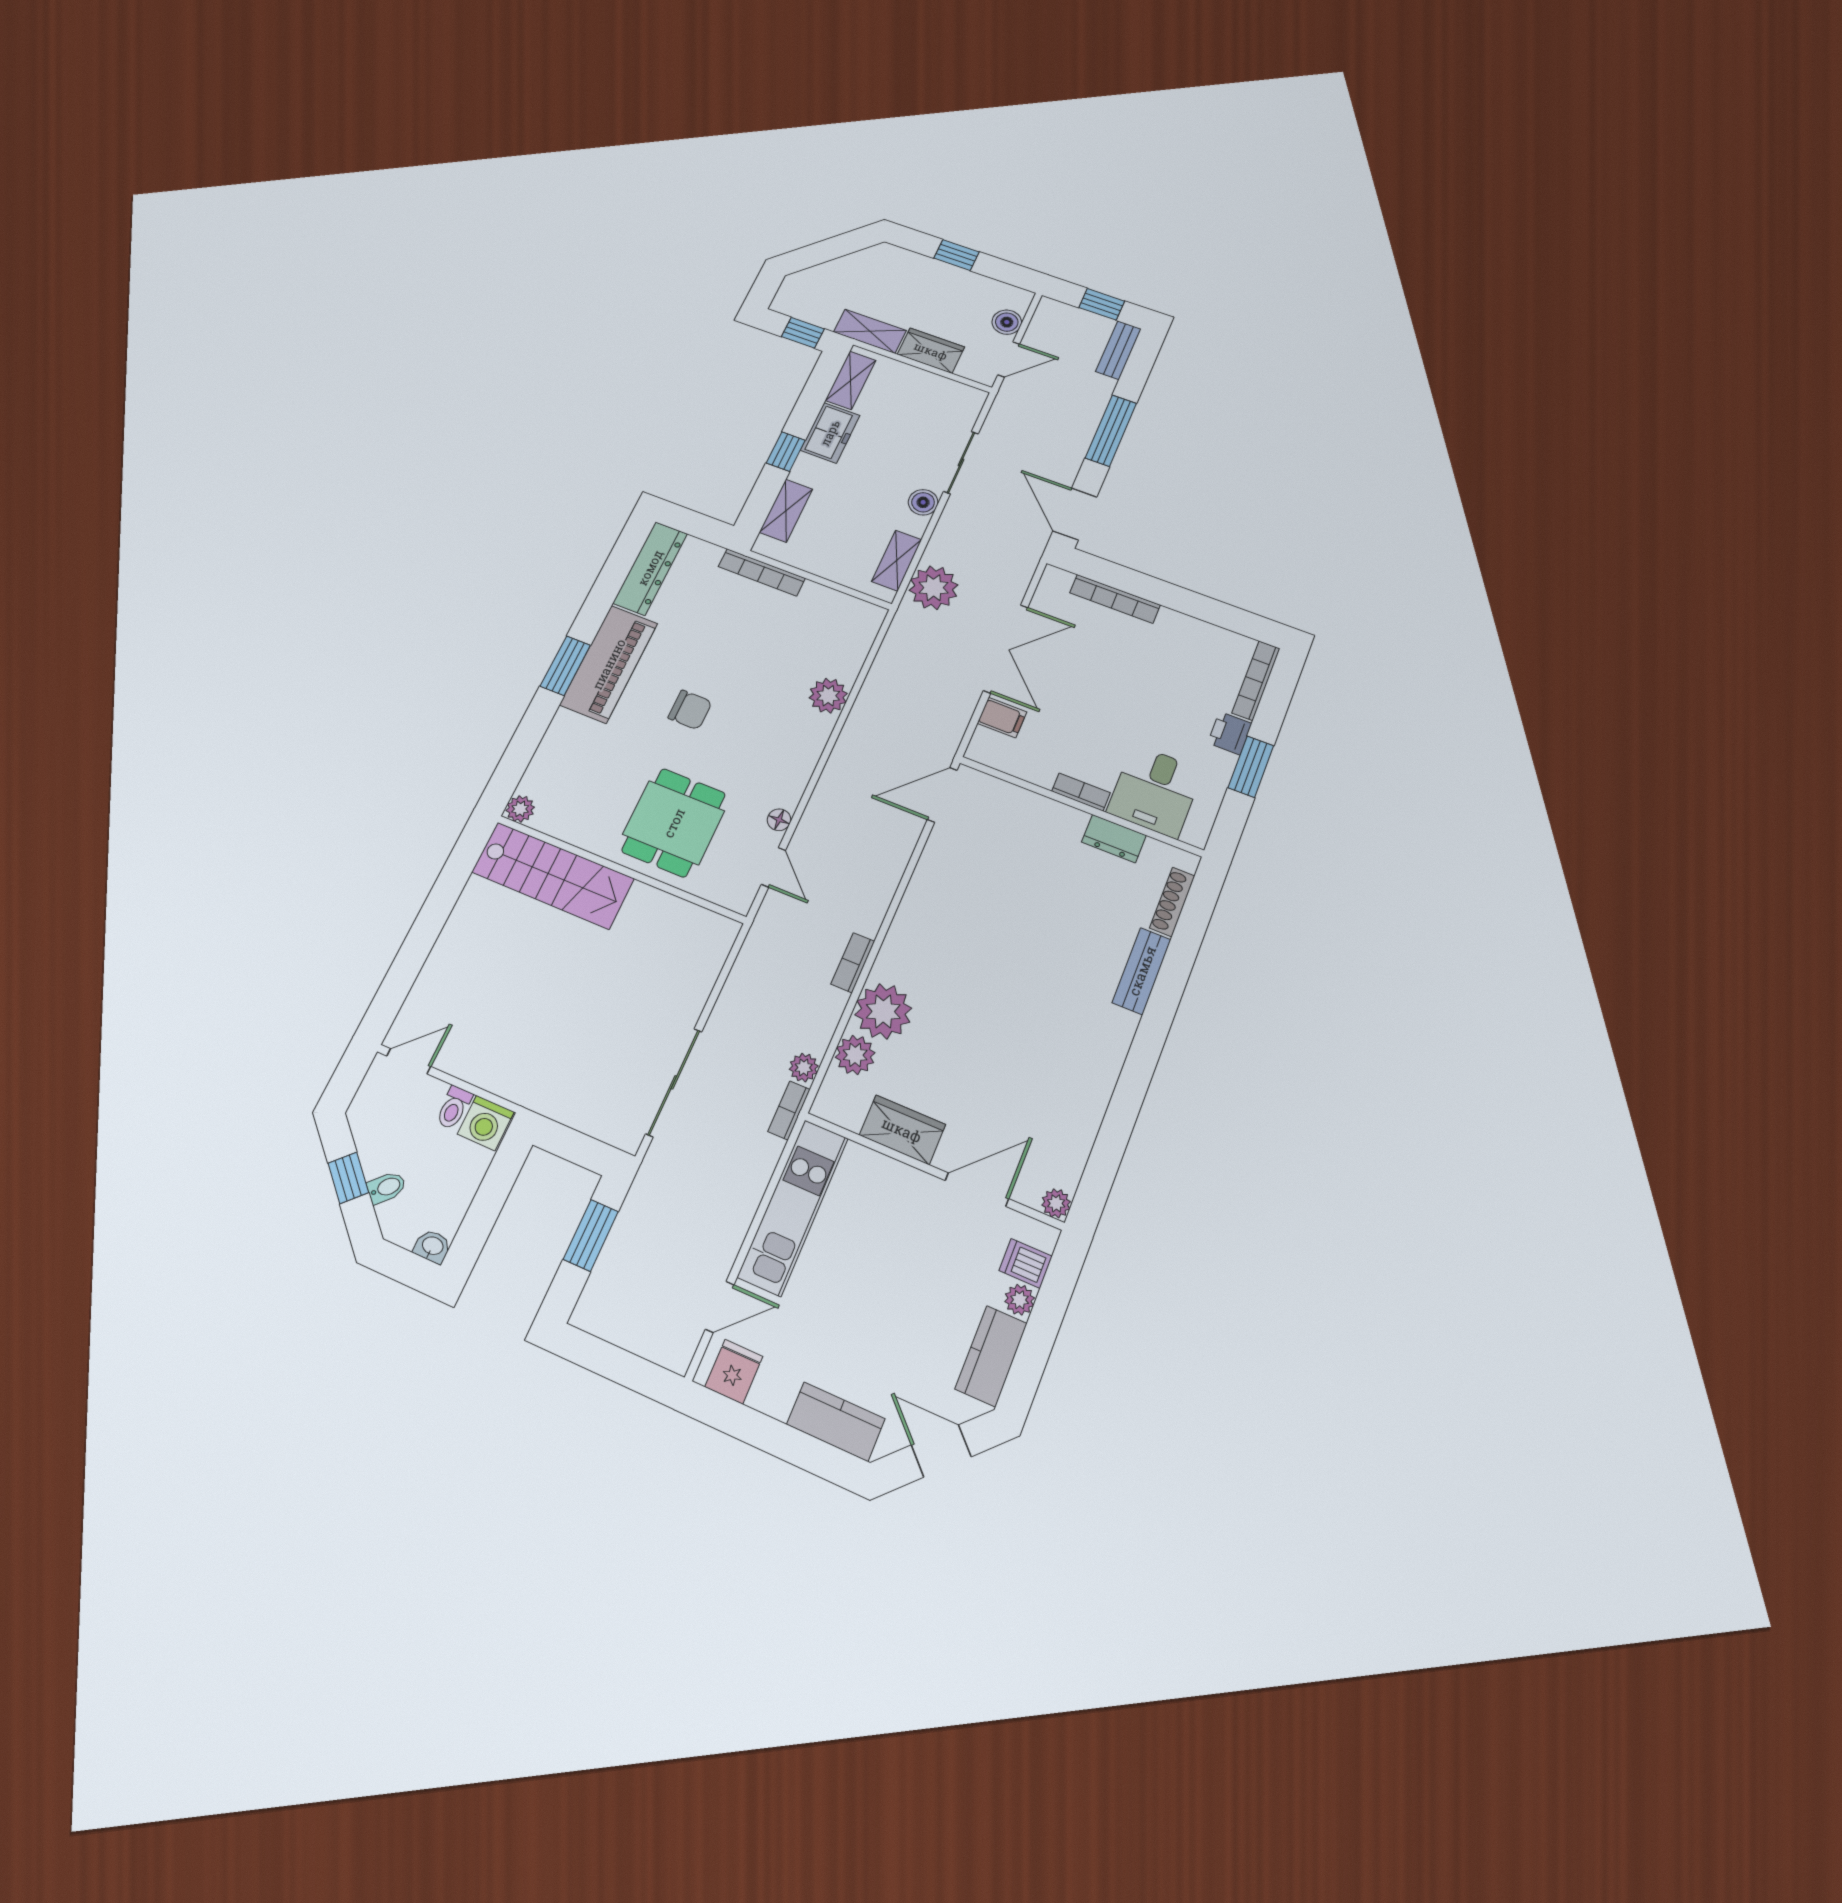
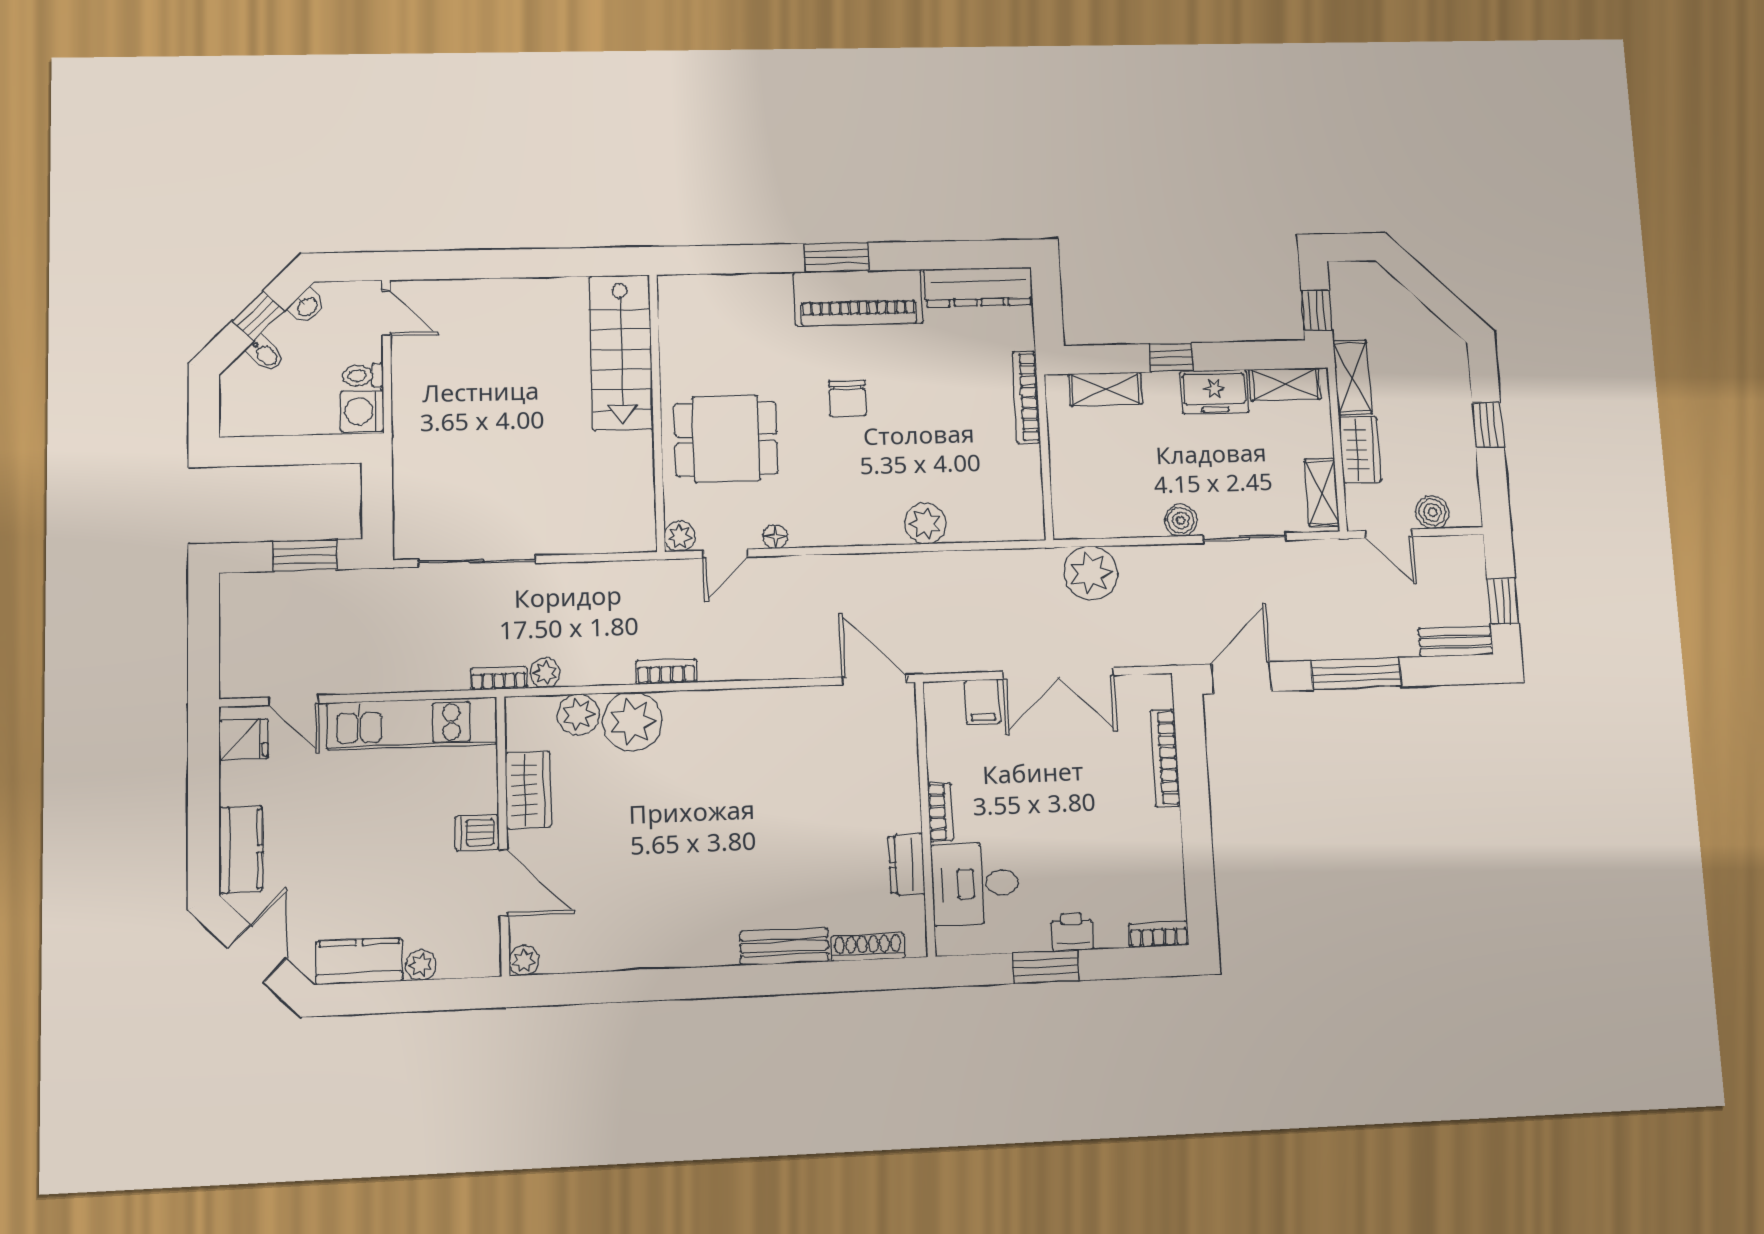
shelving: (897, 561) -> (1322, 492), moved, turned 90
bookcase: (1256, 681) -> (1159, 934), width x0.64
plant: (520, 809) -> (680, 536), moved
washbasin: (432, 1246) -> (307, 306), moved, turned 45
dishwasher: (1026, 1263) -> (477, 833), moved, turned -90

